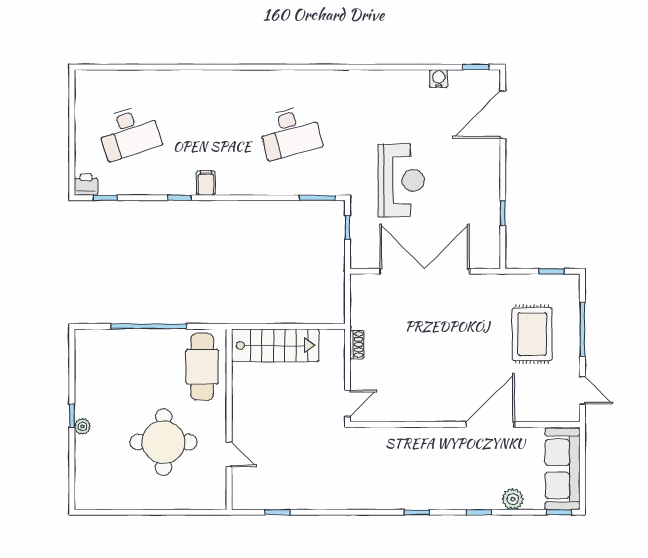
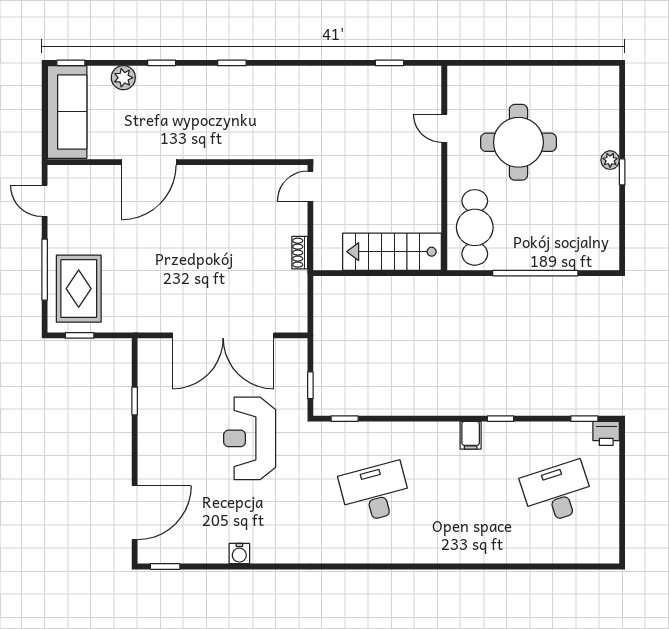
water cooler: (439, 79) -> (239, 554), moved
window: (317, 198) -> (345, 419), width x0.67
rug: (532, 334) -> (79, 289), moved

